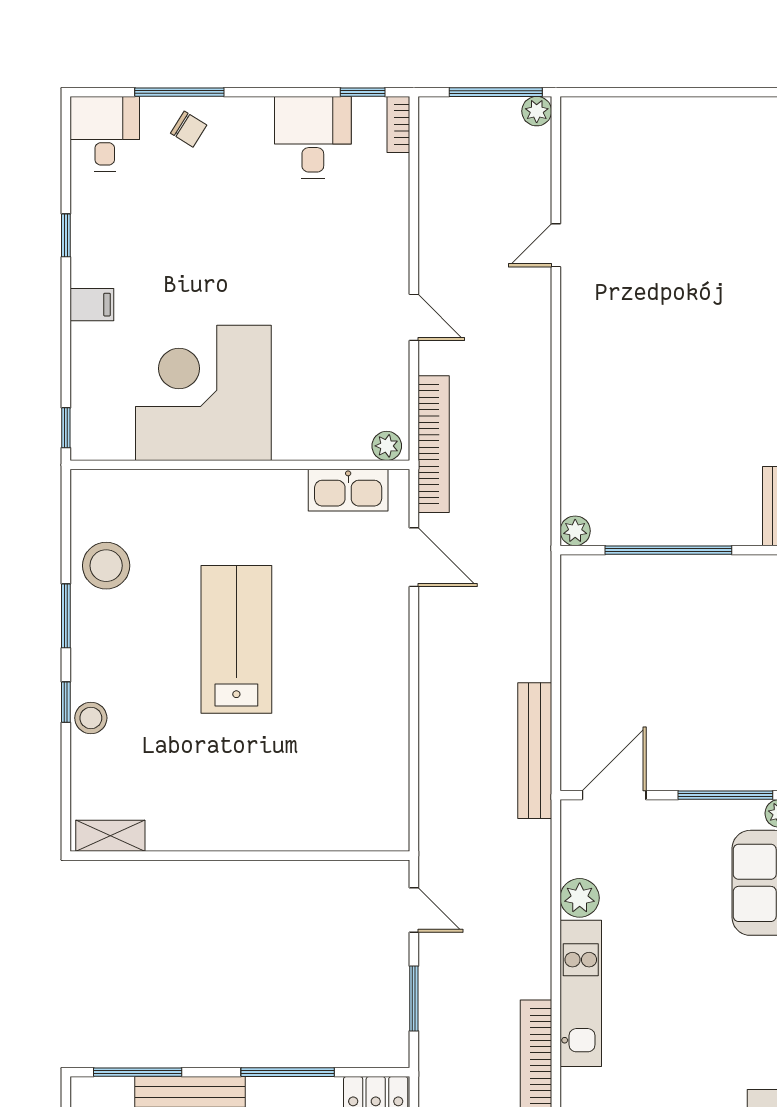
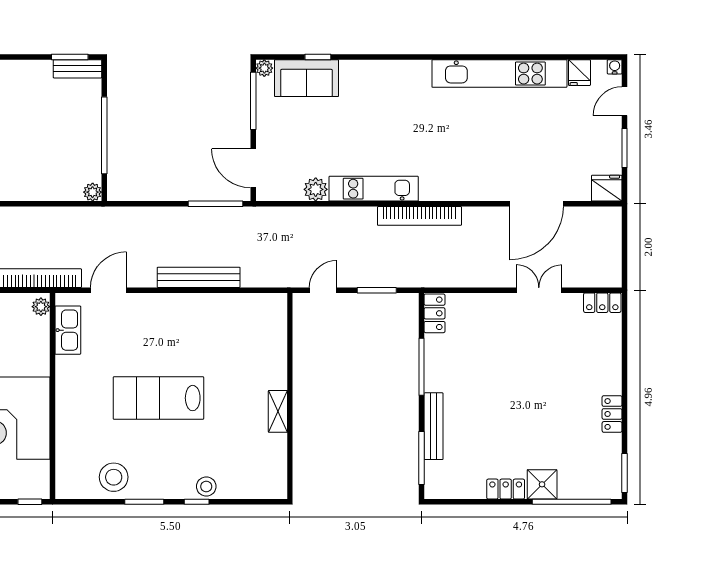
window: (556, 733) -> (215, 204), added
bench: (535, 751) -> (199, 277), moved
shelving: (110, 836) -> (278, 411), moved

